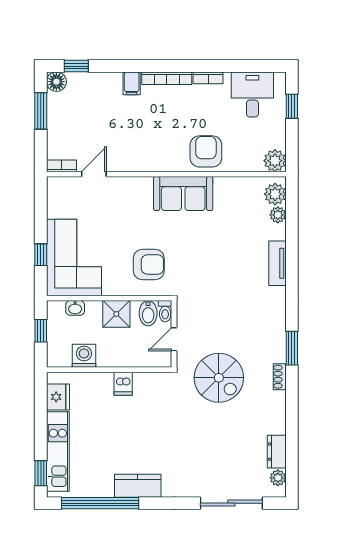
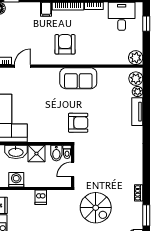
armchair: (206, 151) -> (65, 44), moved
tv unit: (277, 263) -> (137, 112), moved
armchair: (149, 264) -> (78, 123), moved
washbasin: (75, 308) -> (16, 152), width x1.91, depth x1.45
window: (292, 348) -> (146, 215), moved
spiral stairs: (219, 378) -> (96, 208), moved

